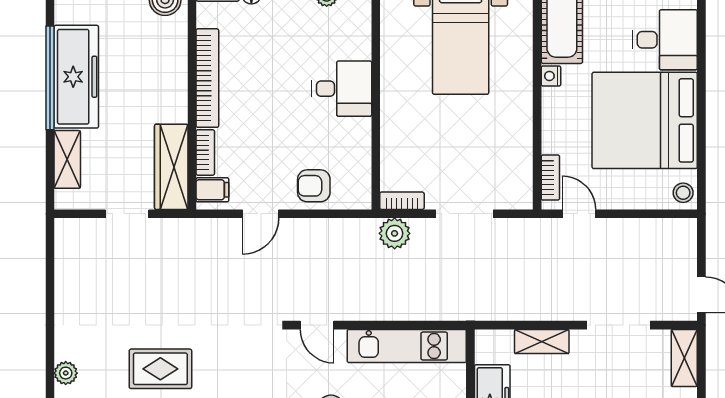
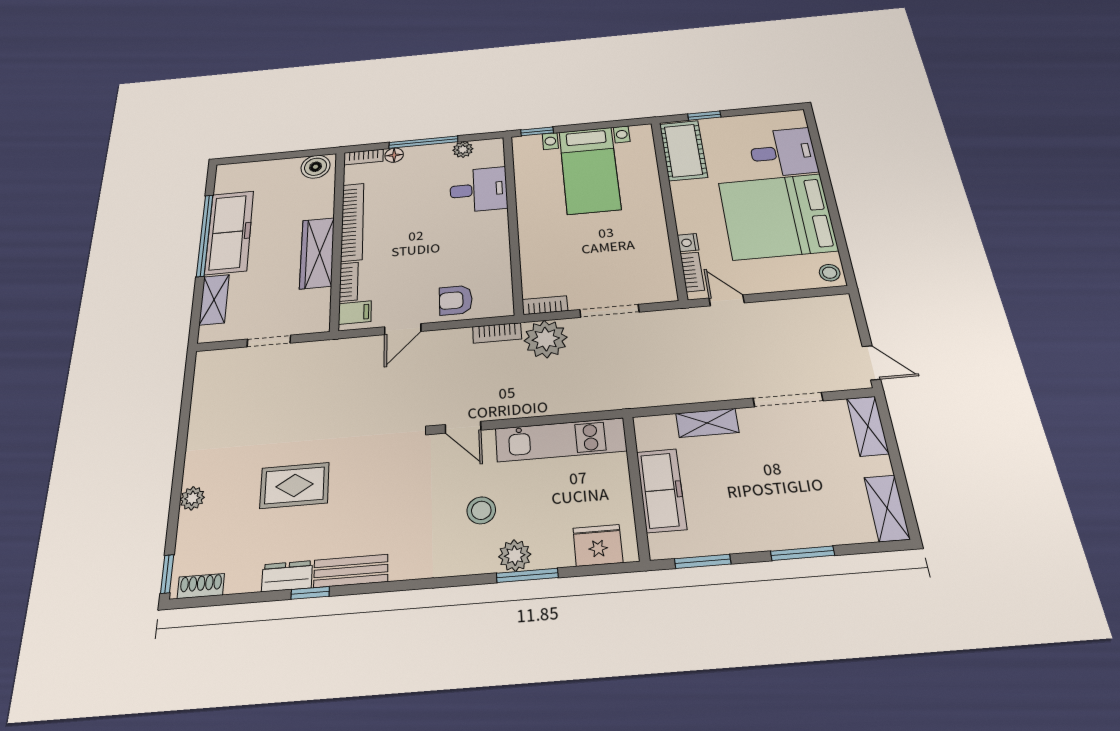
nightstand: (551, 76) -> (688, 243), moved
desk: (342, 89) -> (478, 190), moved
wardrobe: (171, 167) -> (317, 253), moved
bookcase: (353, 227) -> (497, 333), added
plant: (395, 233) -> (546, 339), width x1.36, depth x1.36

